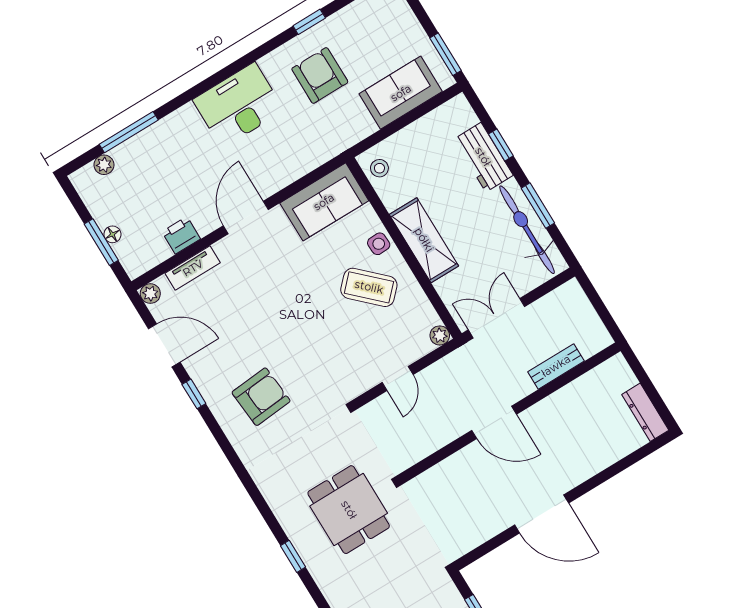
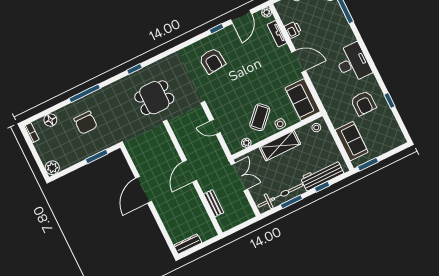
armchair: (320, 75) -> (363, 103), turned 90
workbench: (483, 157) -> (322, 175), width x1.38
plant: (440, 335) -> (246, 143), moved

